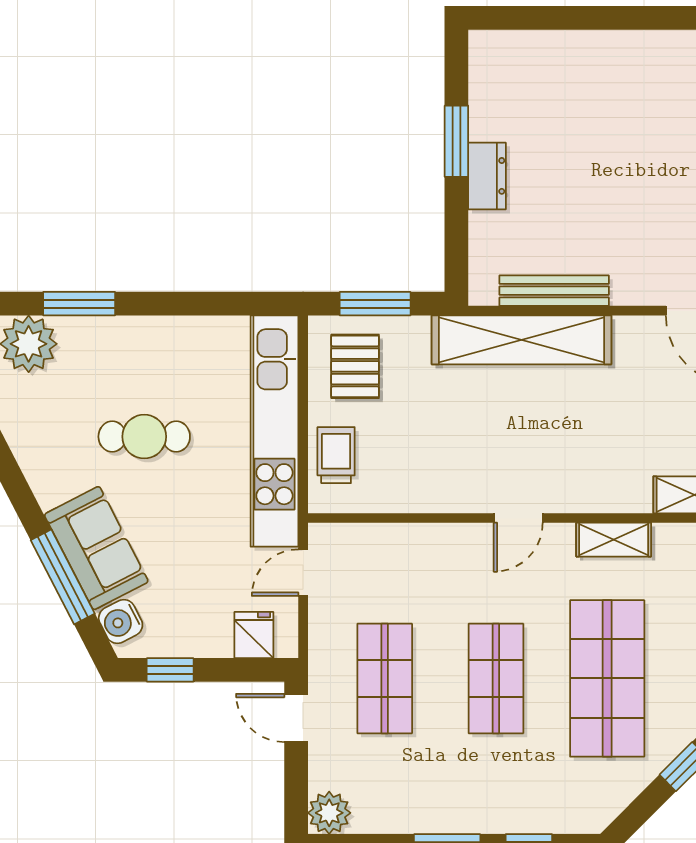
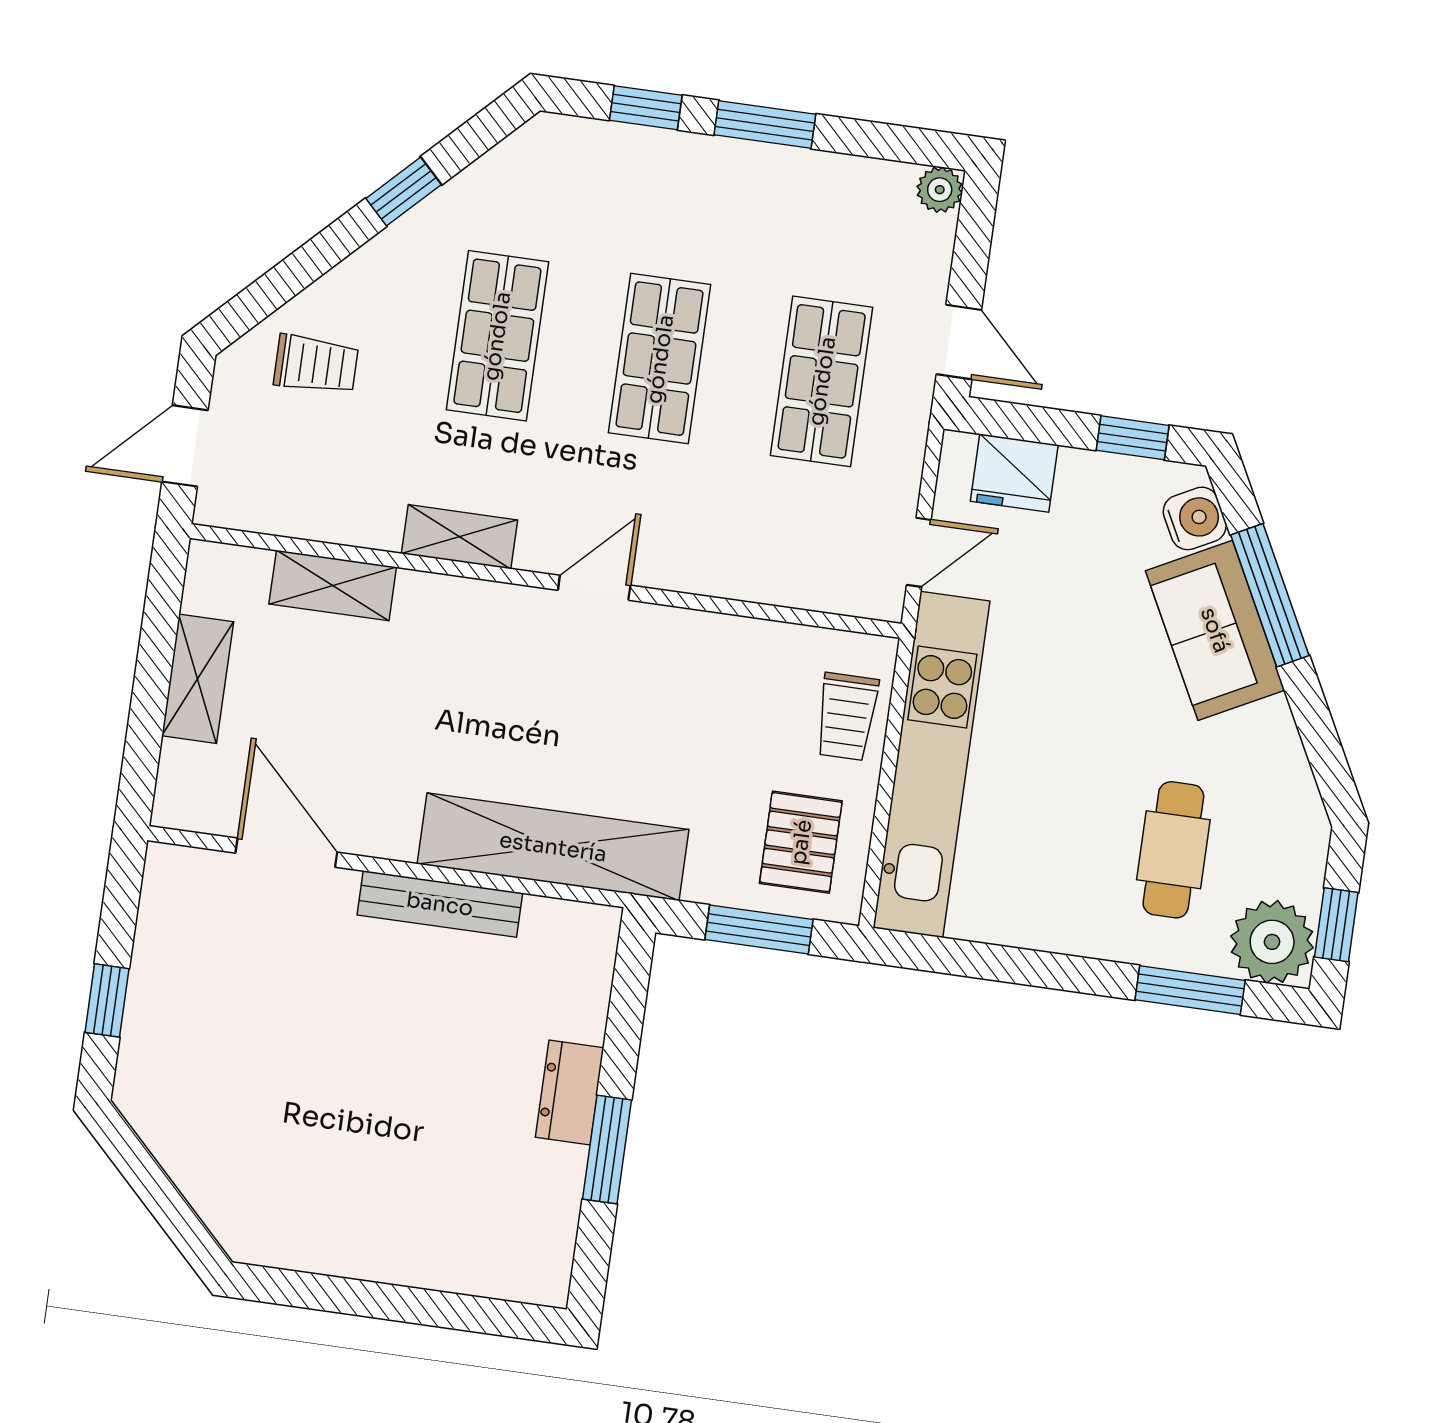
bench: (554, 291) -> (440, 904), moved
cafe table: (144, 437) -> (1173, 850), moved, turned 90
fridge: (254, 635) -> (1014, 473), width x1.38
shop shelf: (607, 678) -> (497, 336), width x0.70, depth x0.74
plant: (329, 813) -> (940, 190), width x0.73, depth x0.73

